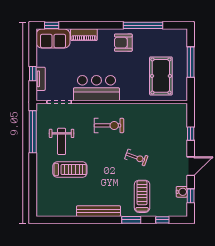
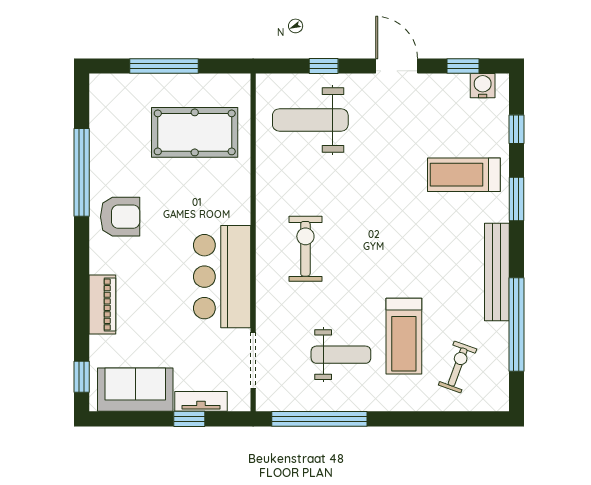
sofa: (53, 38) -> (135, 390), moved, turned -90
armchair: (123, 43) -> (120, 217), turned -90
weight bench: (167, 128) -> (310, 120), added
exercise bike: (136, 157) -> (458, 367), moved
treadmill: (70, 170) -> (404, 336), turned 180
water cooler: (182, 192) -> (483, 86), moved
window: (75, 220) -> (516, 325), added

